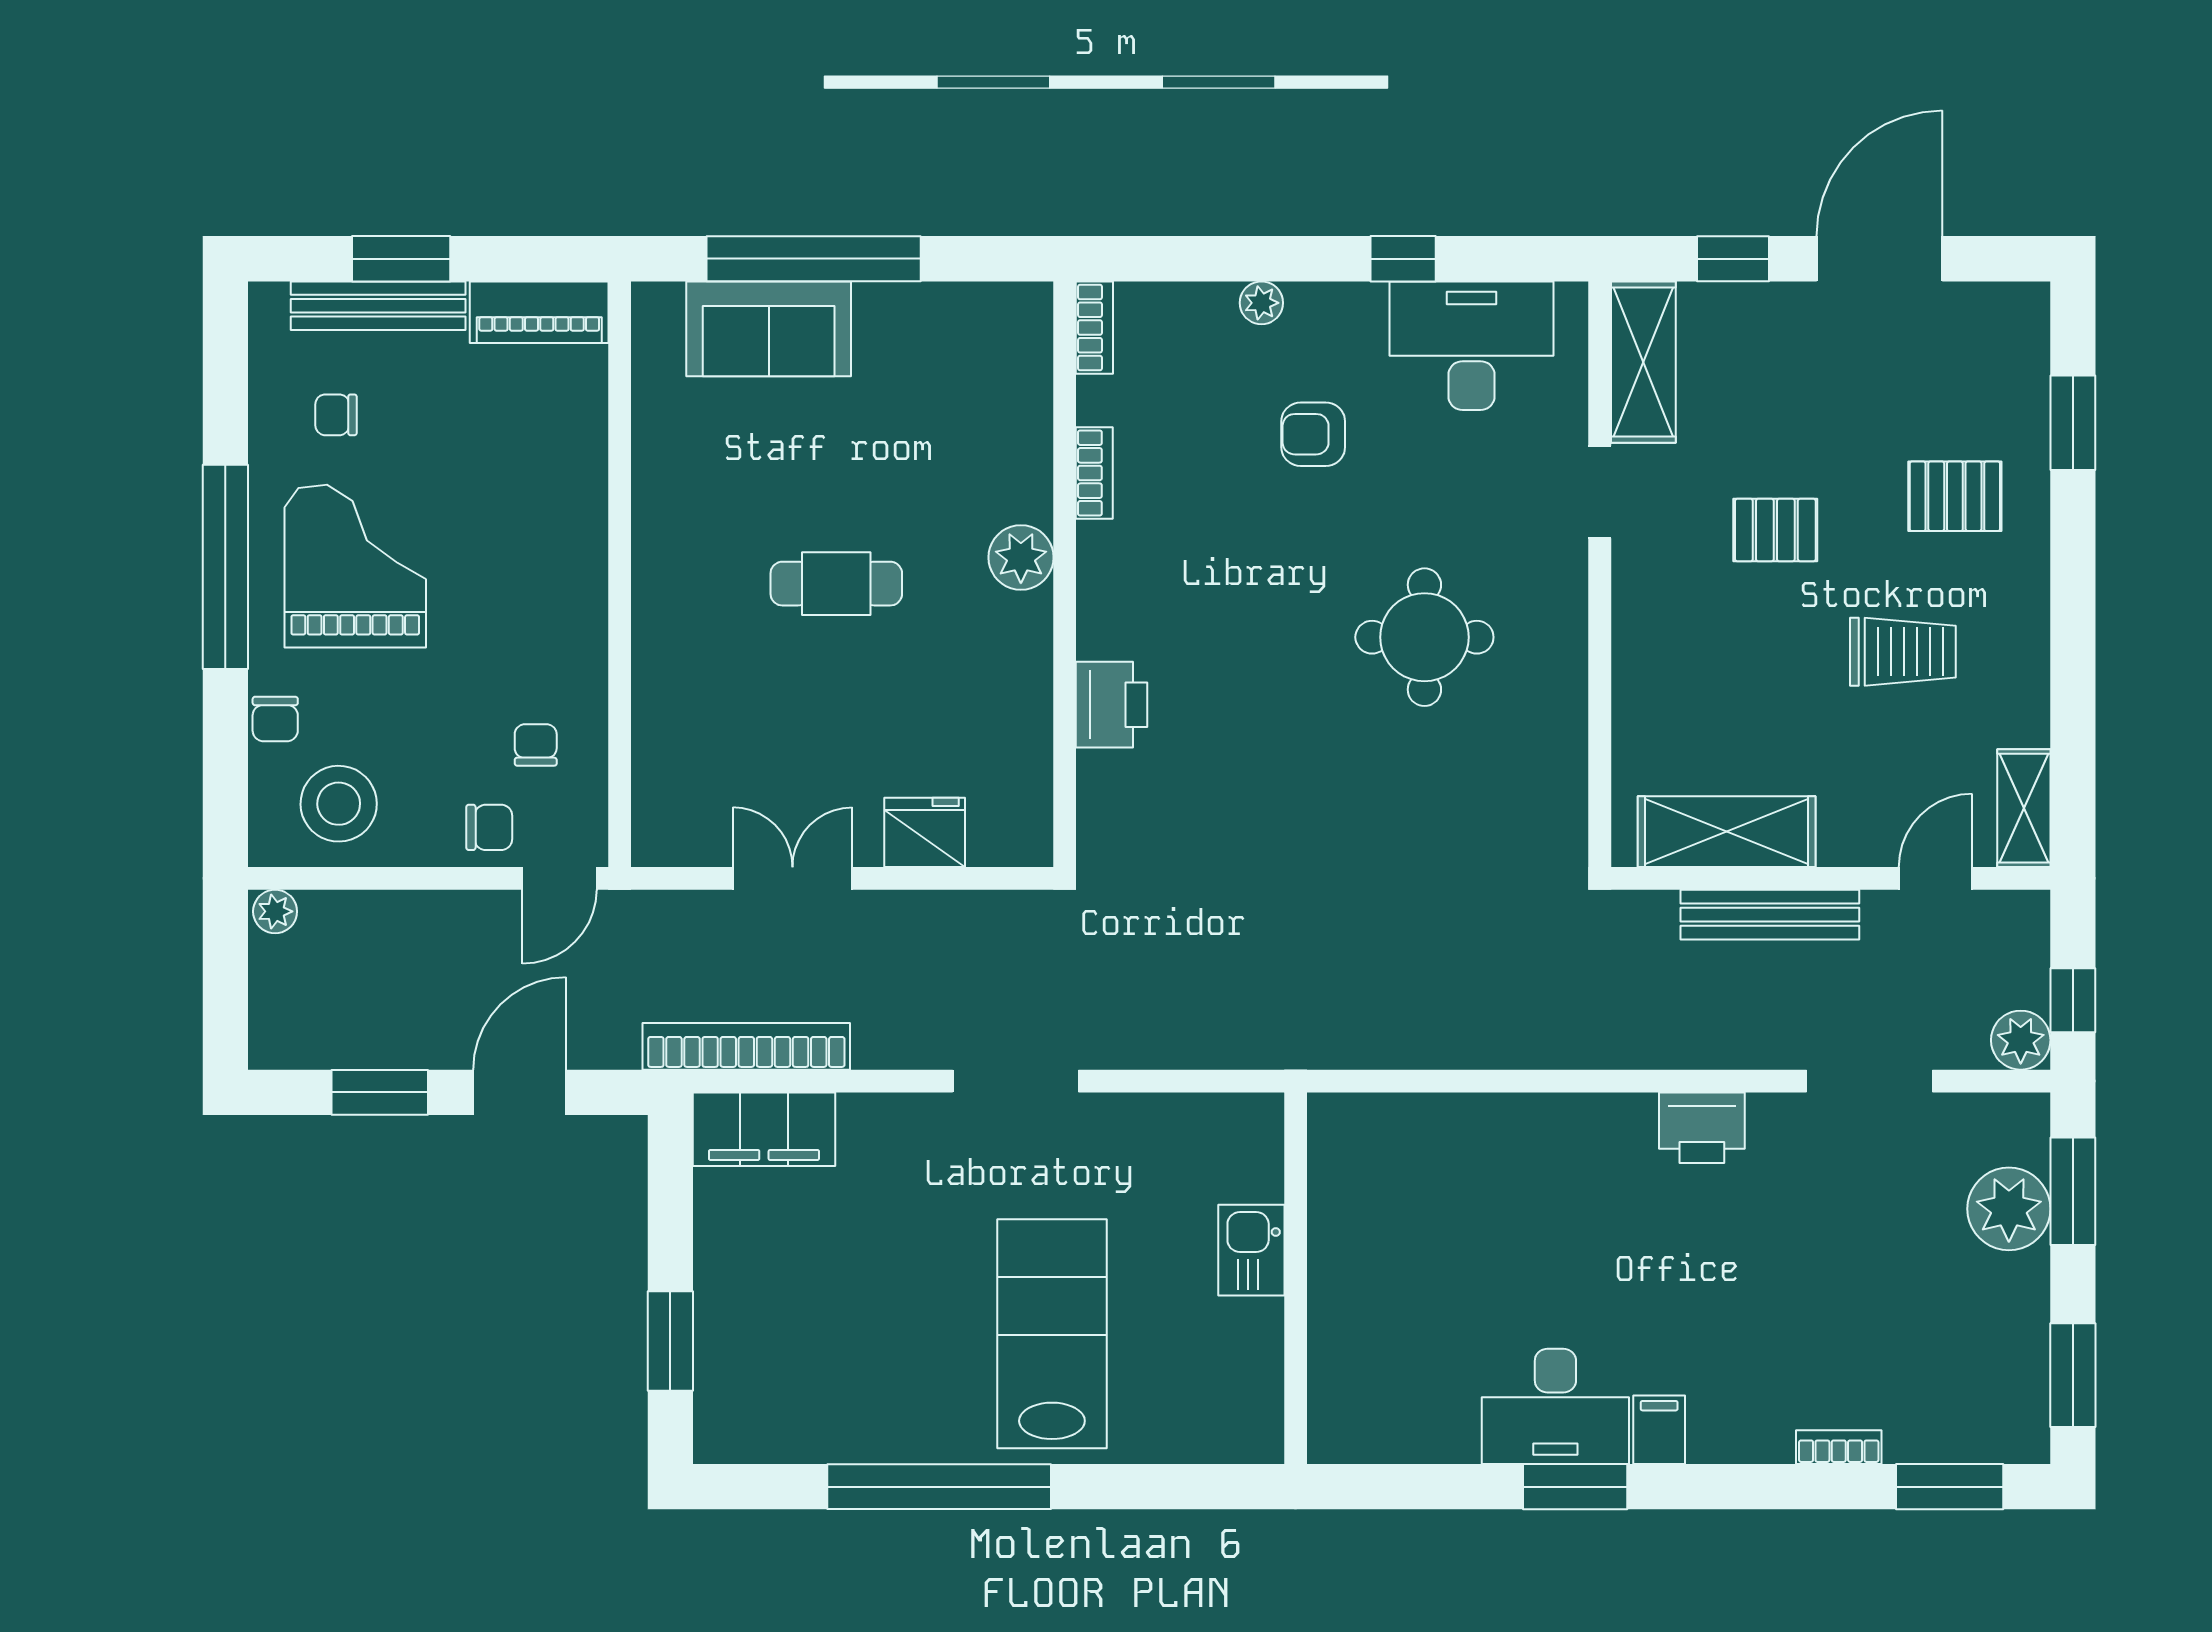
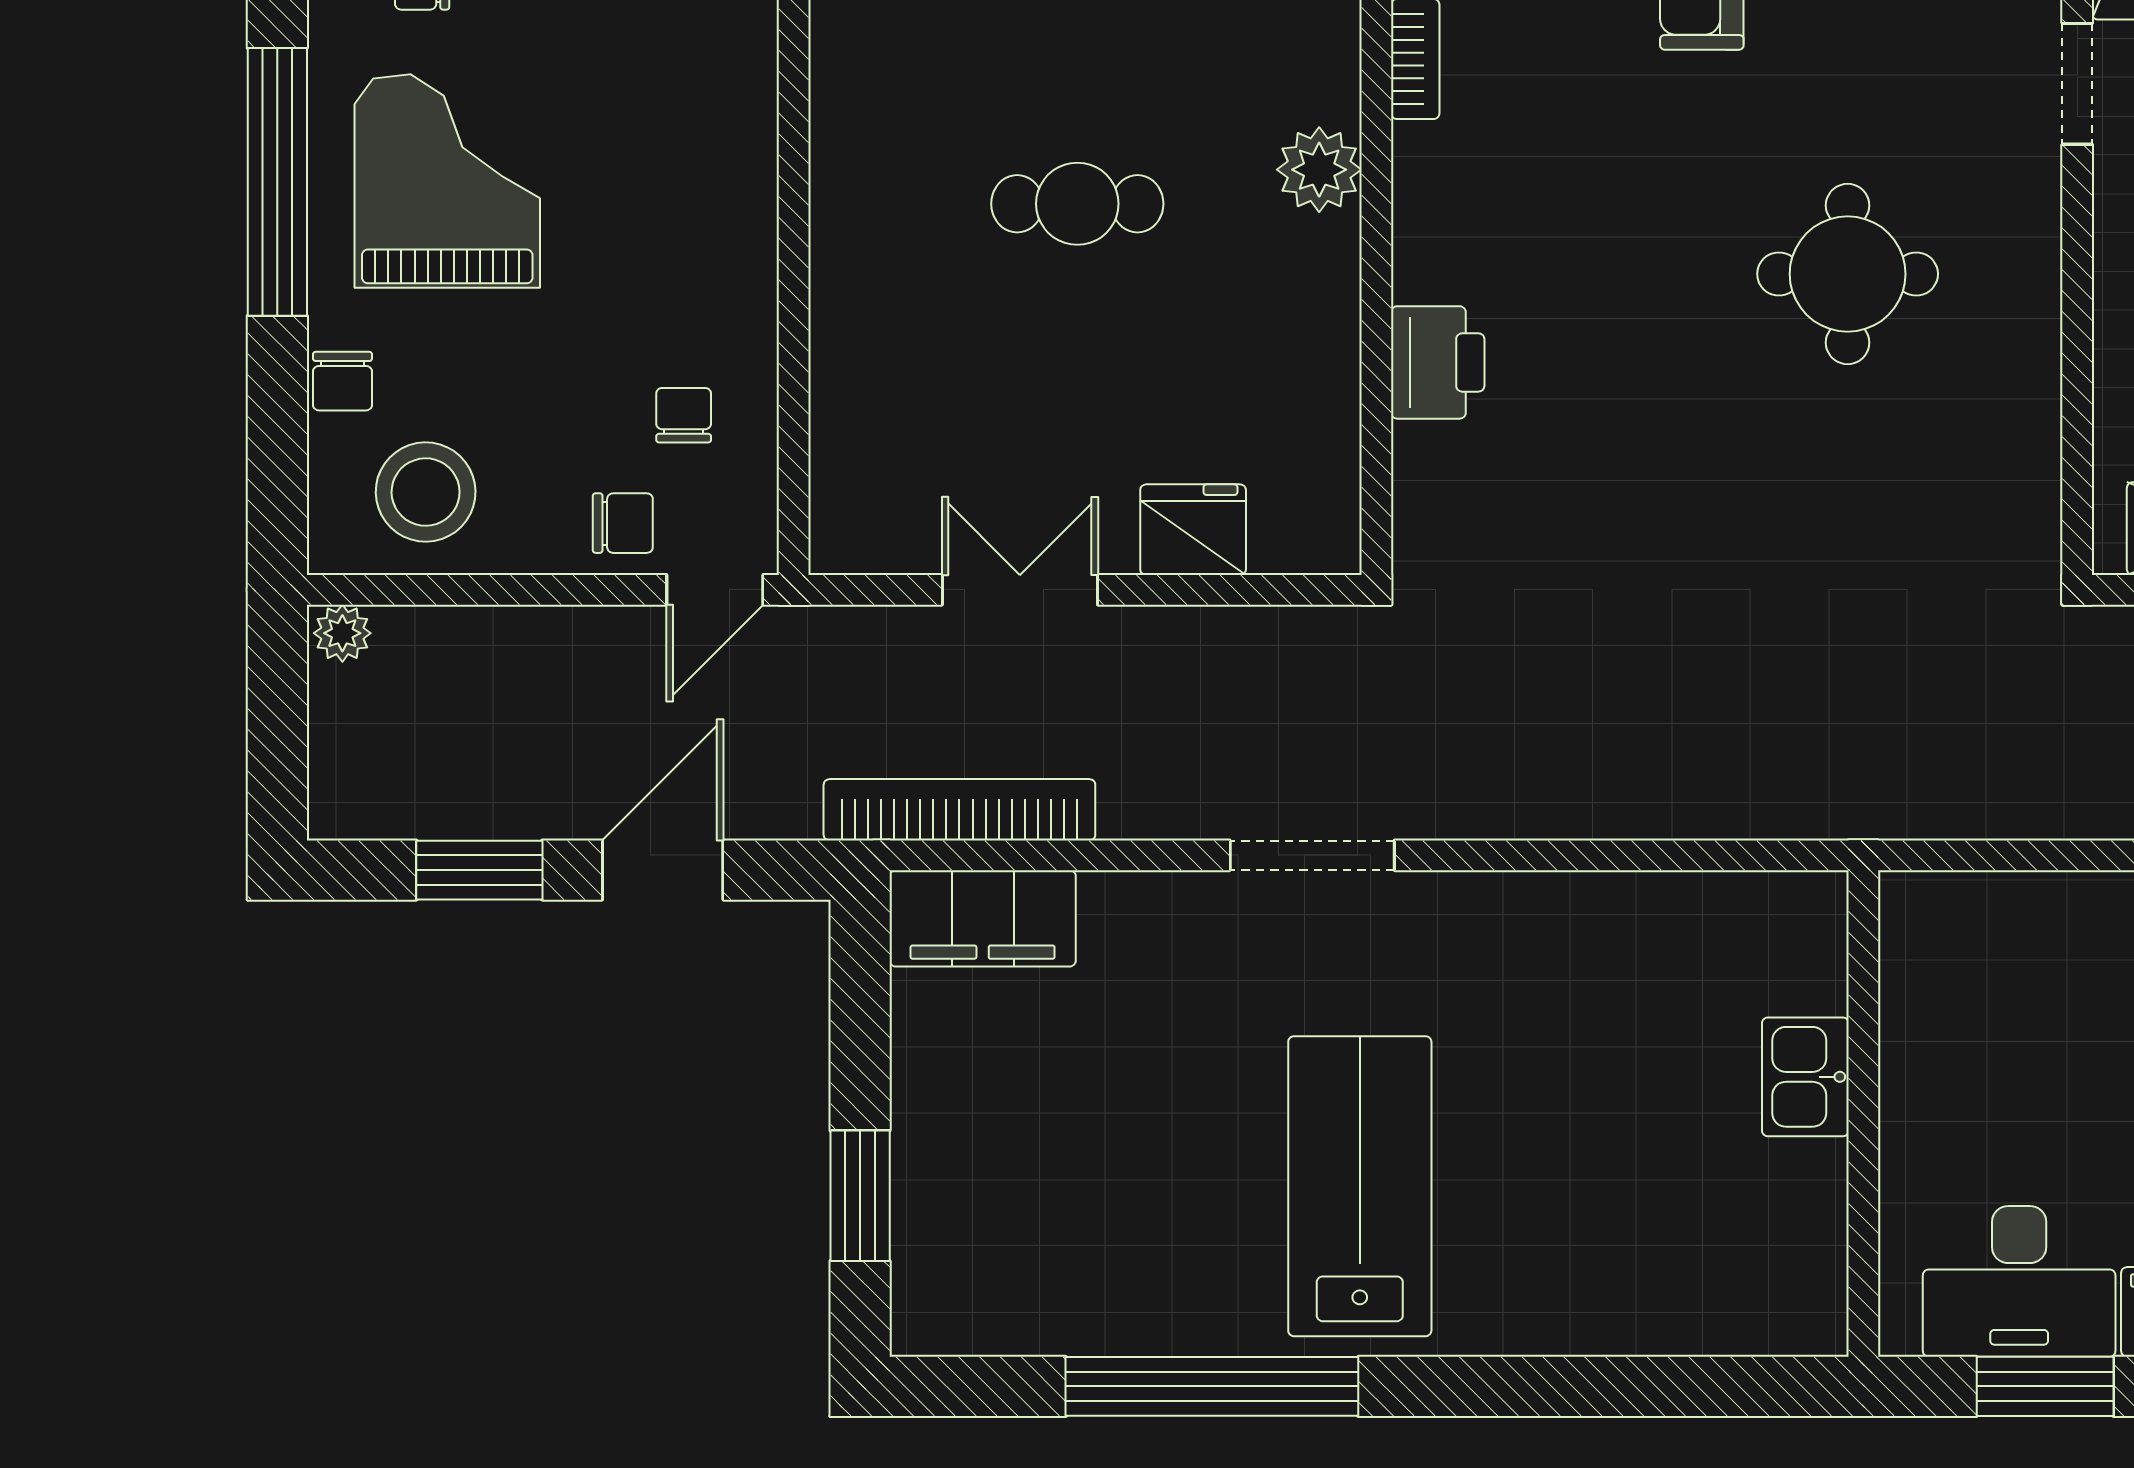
kitchen sink: (1251, 1250) -> (1805, 1077), moved
wall: (1296, 1278) -> (1863, 1114), moved

